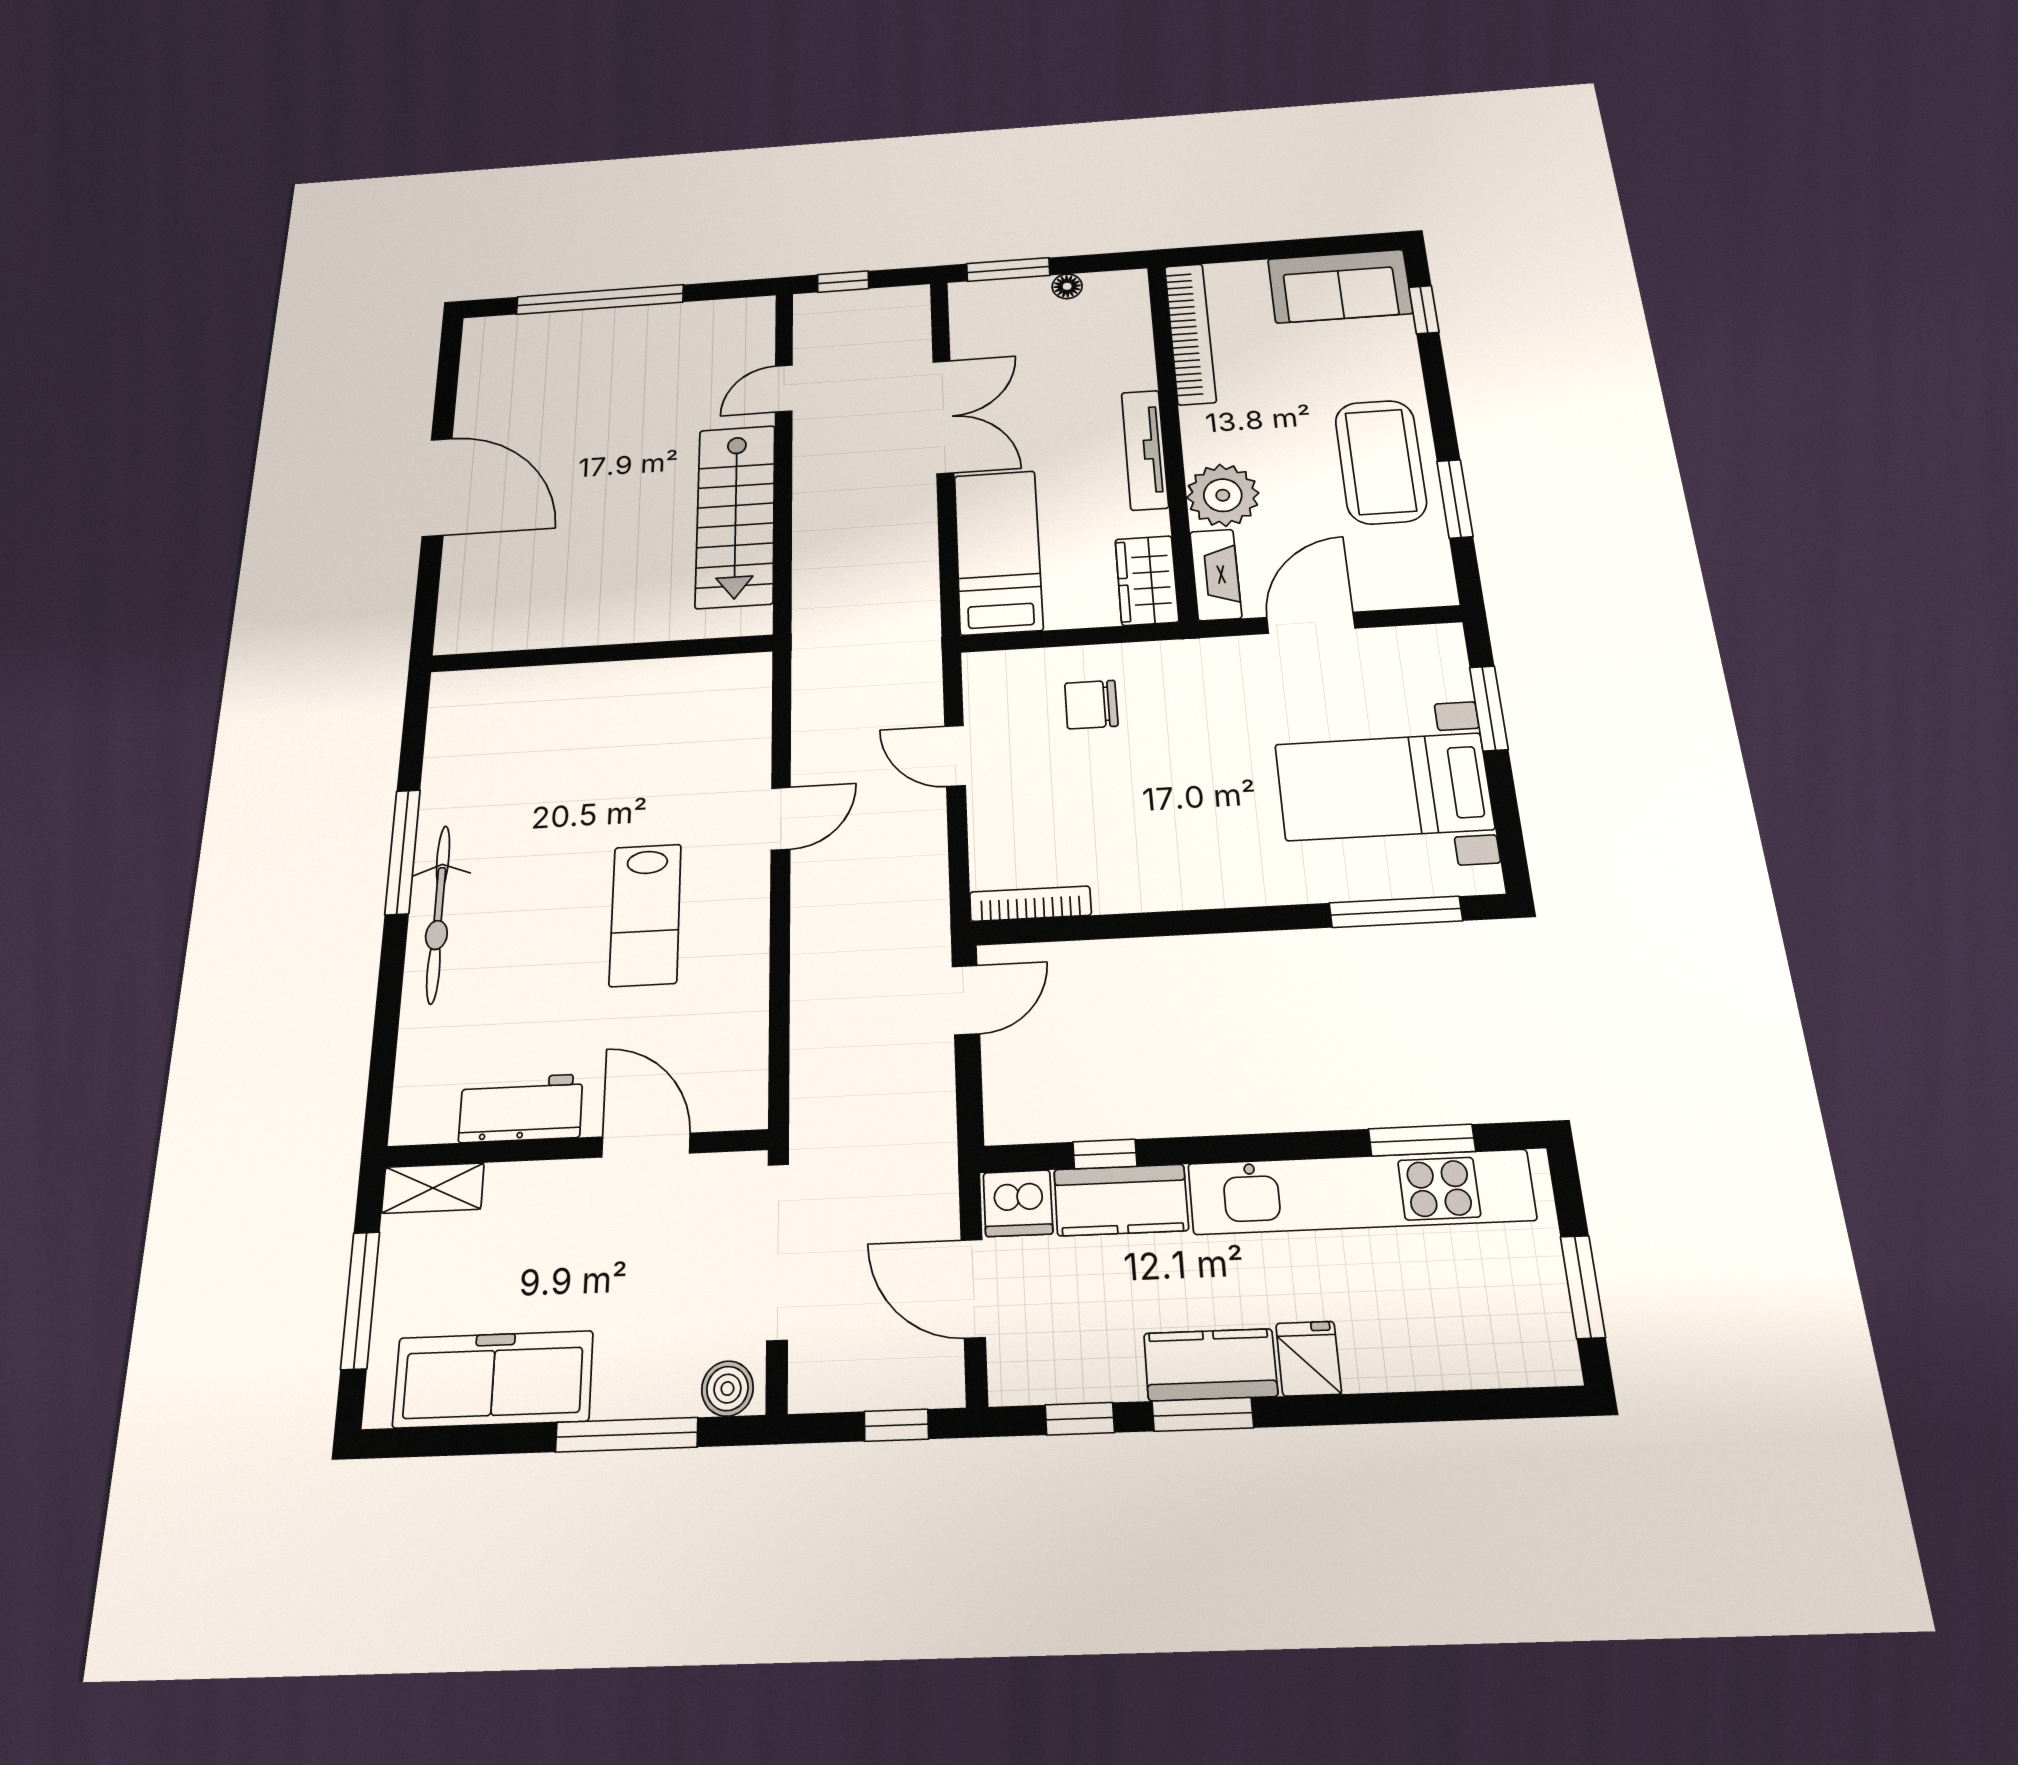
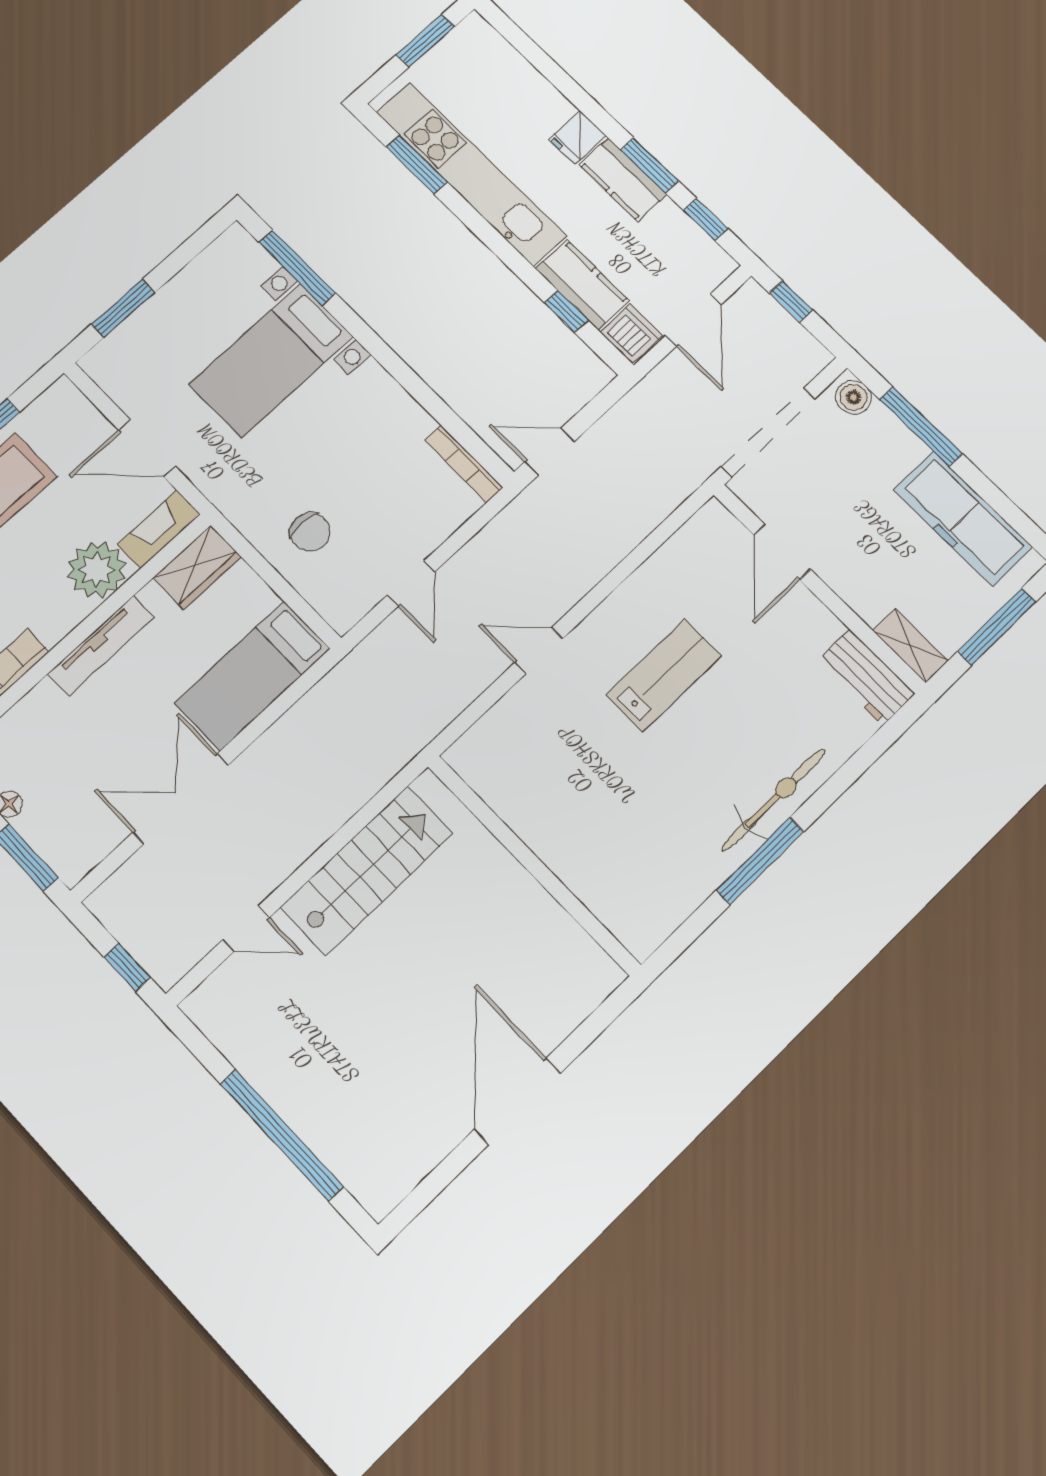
bed with nightstands: (1384, 787) -> (271, 360), moved, turned 90
workbench: (521, 1108) -> (866, 677), moved

